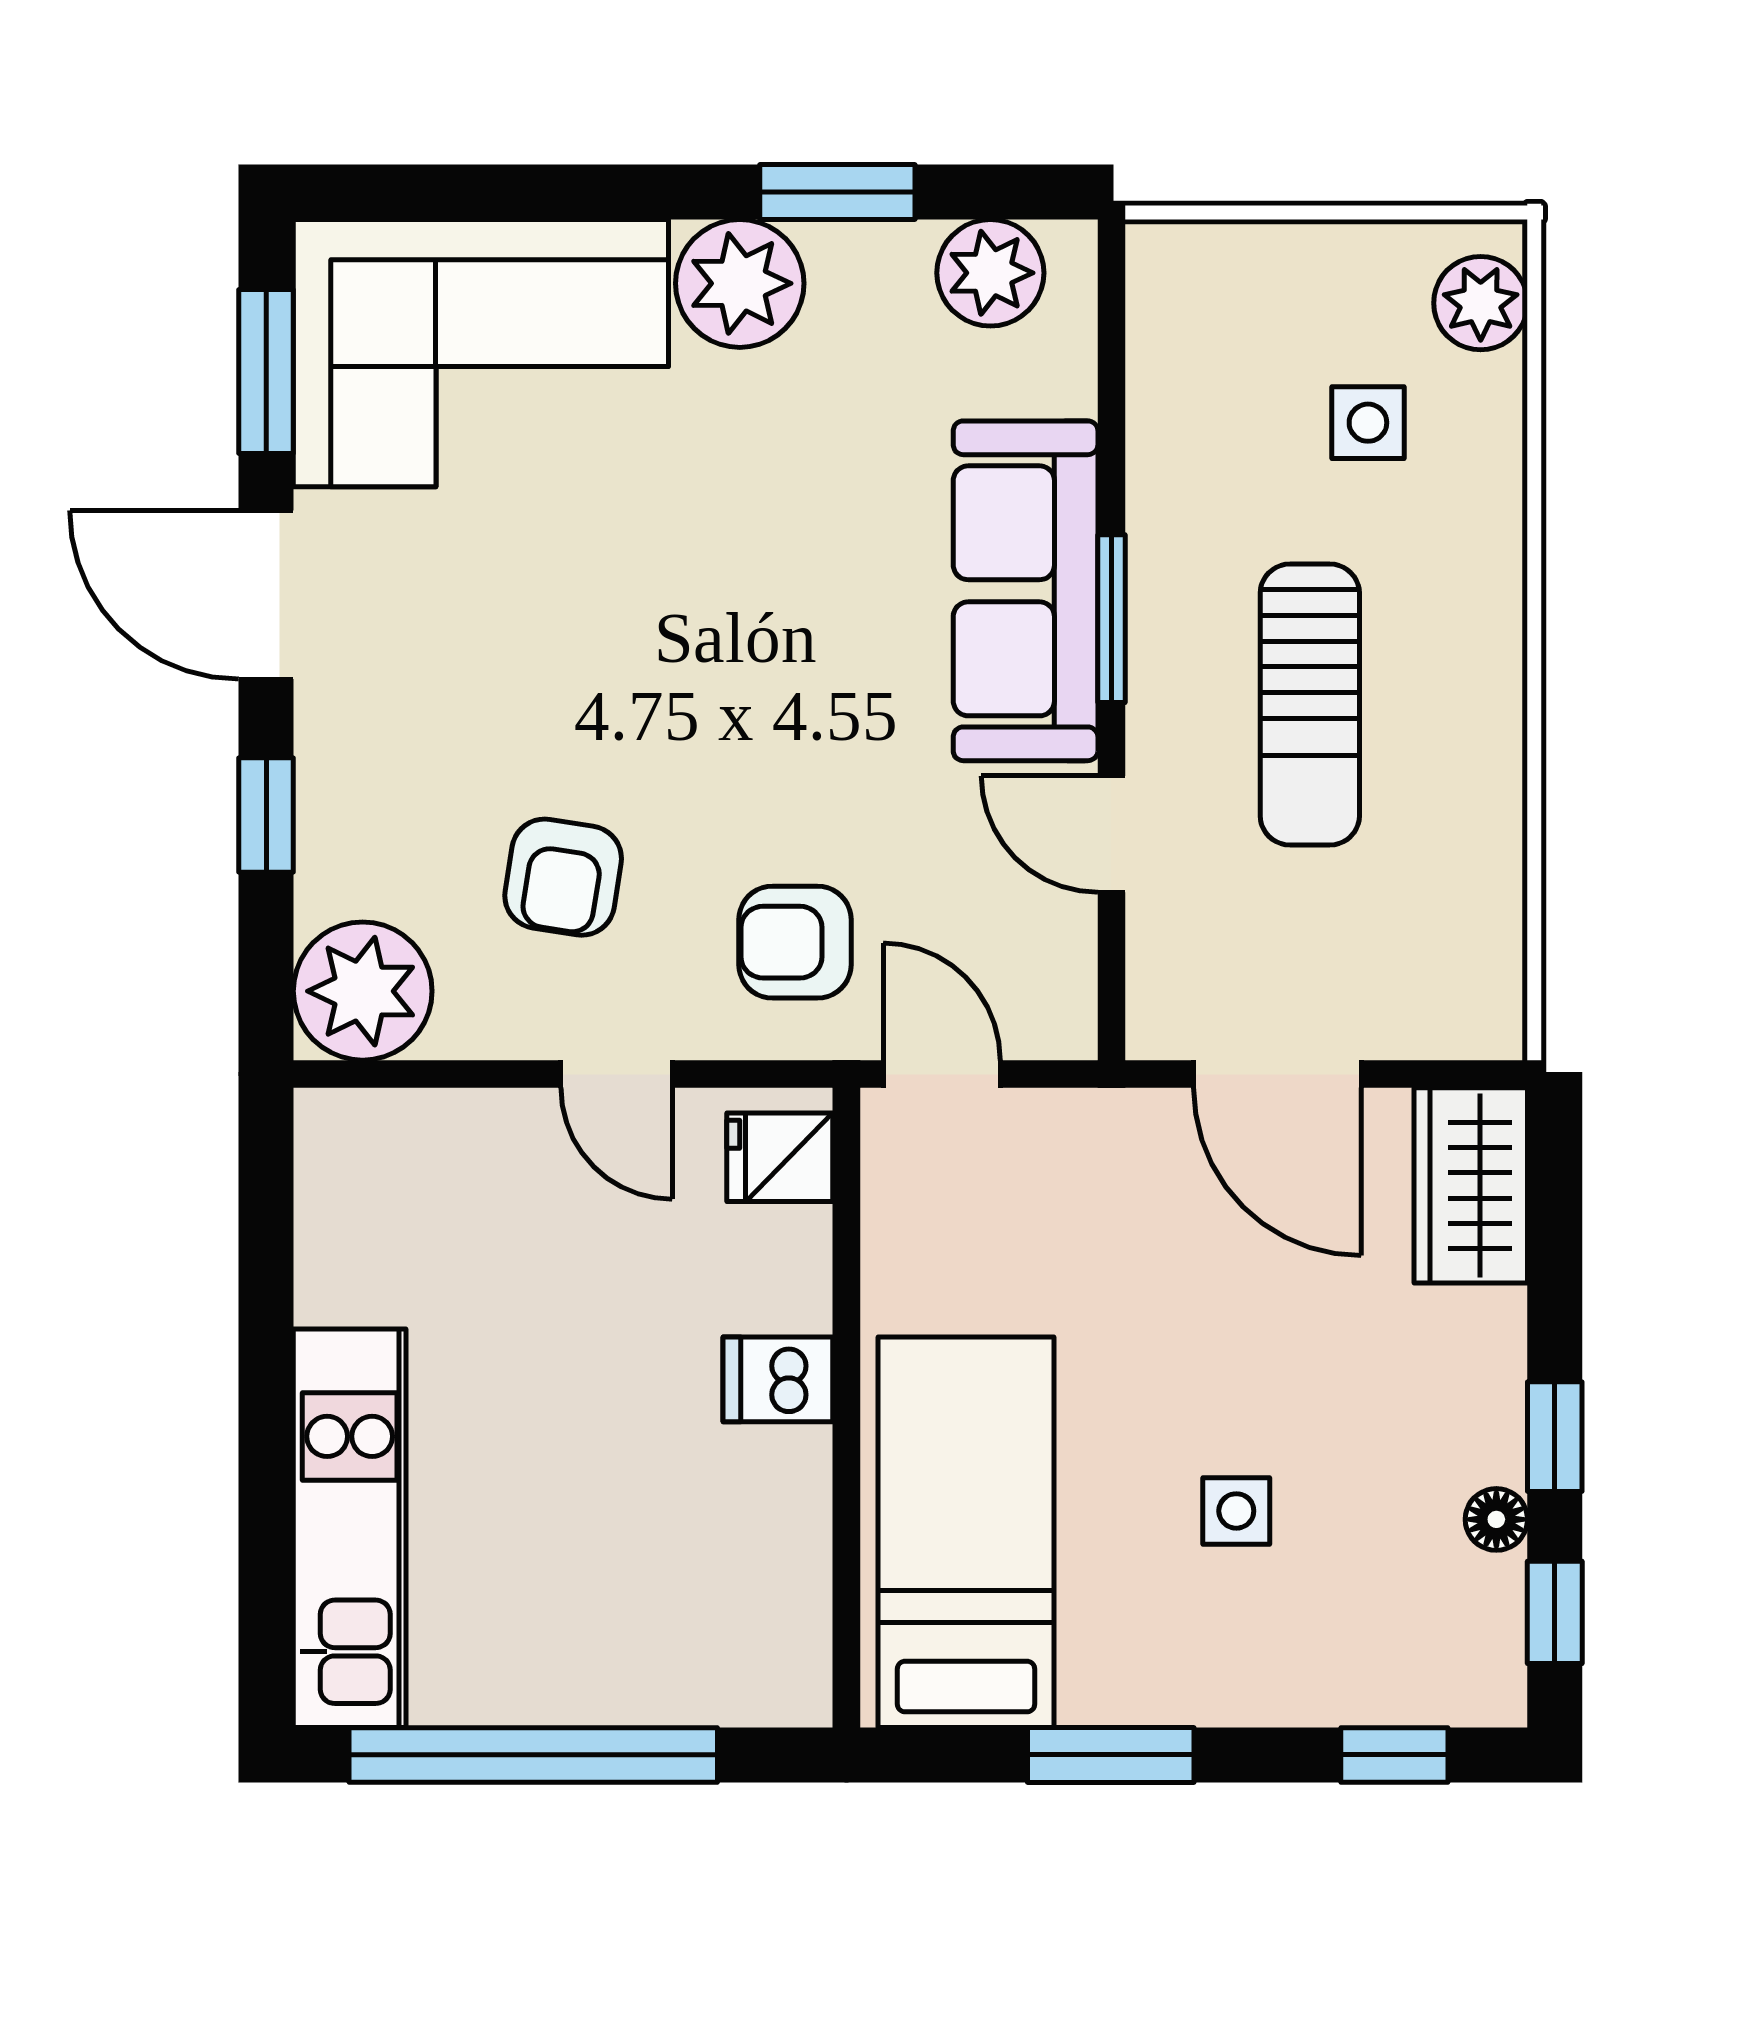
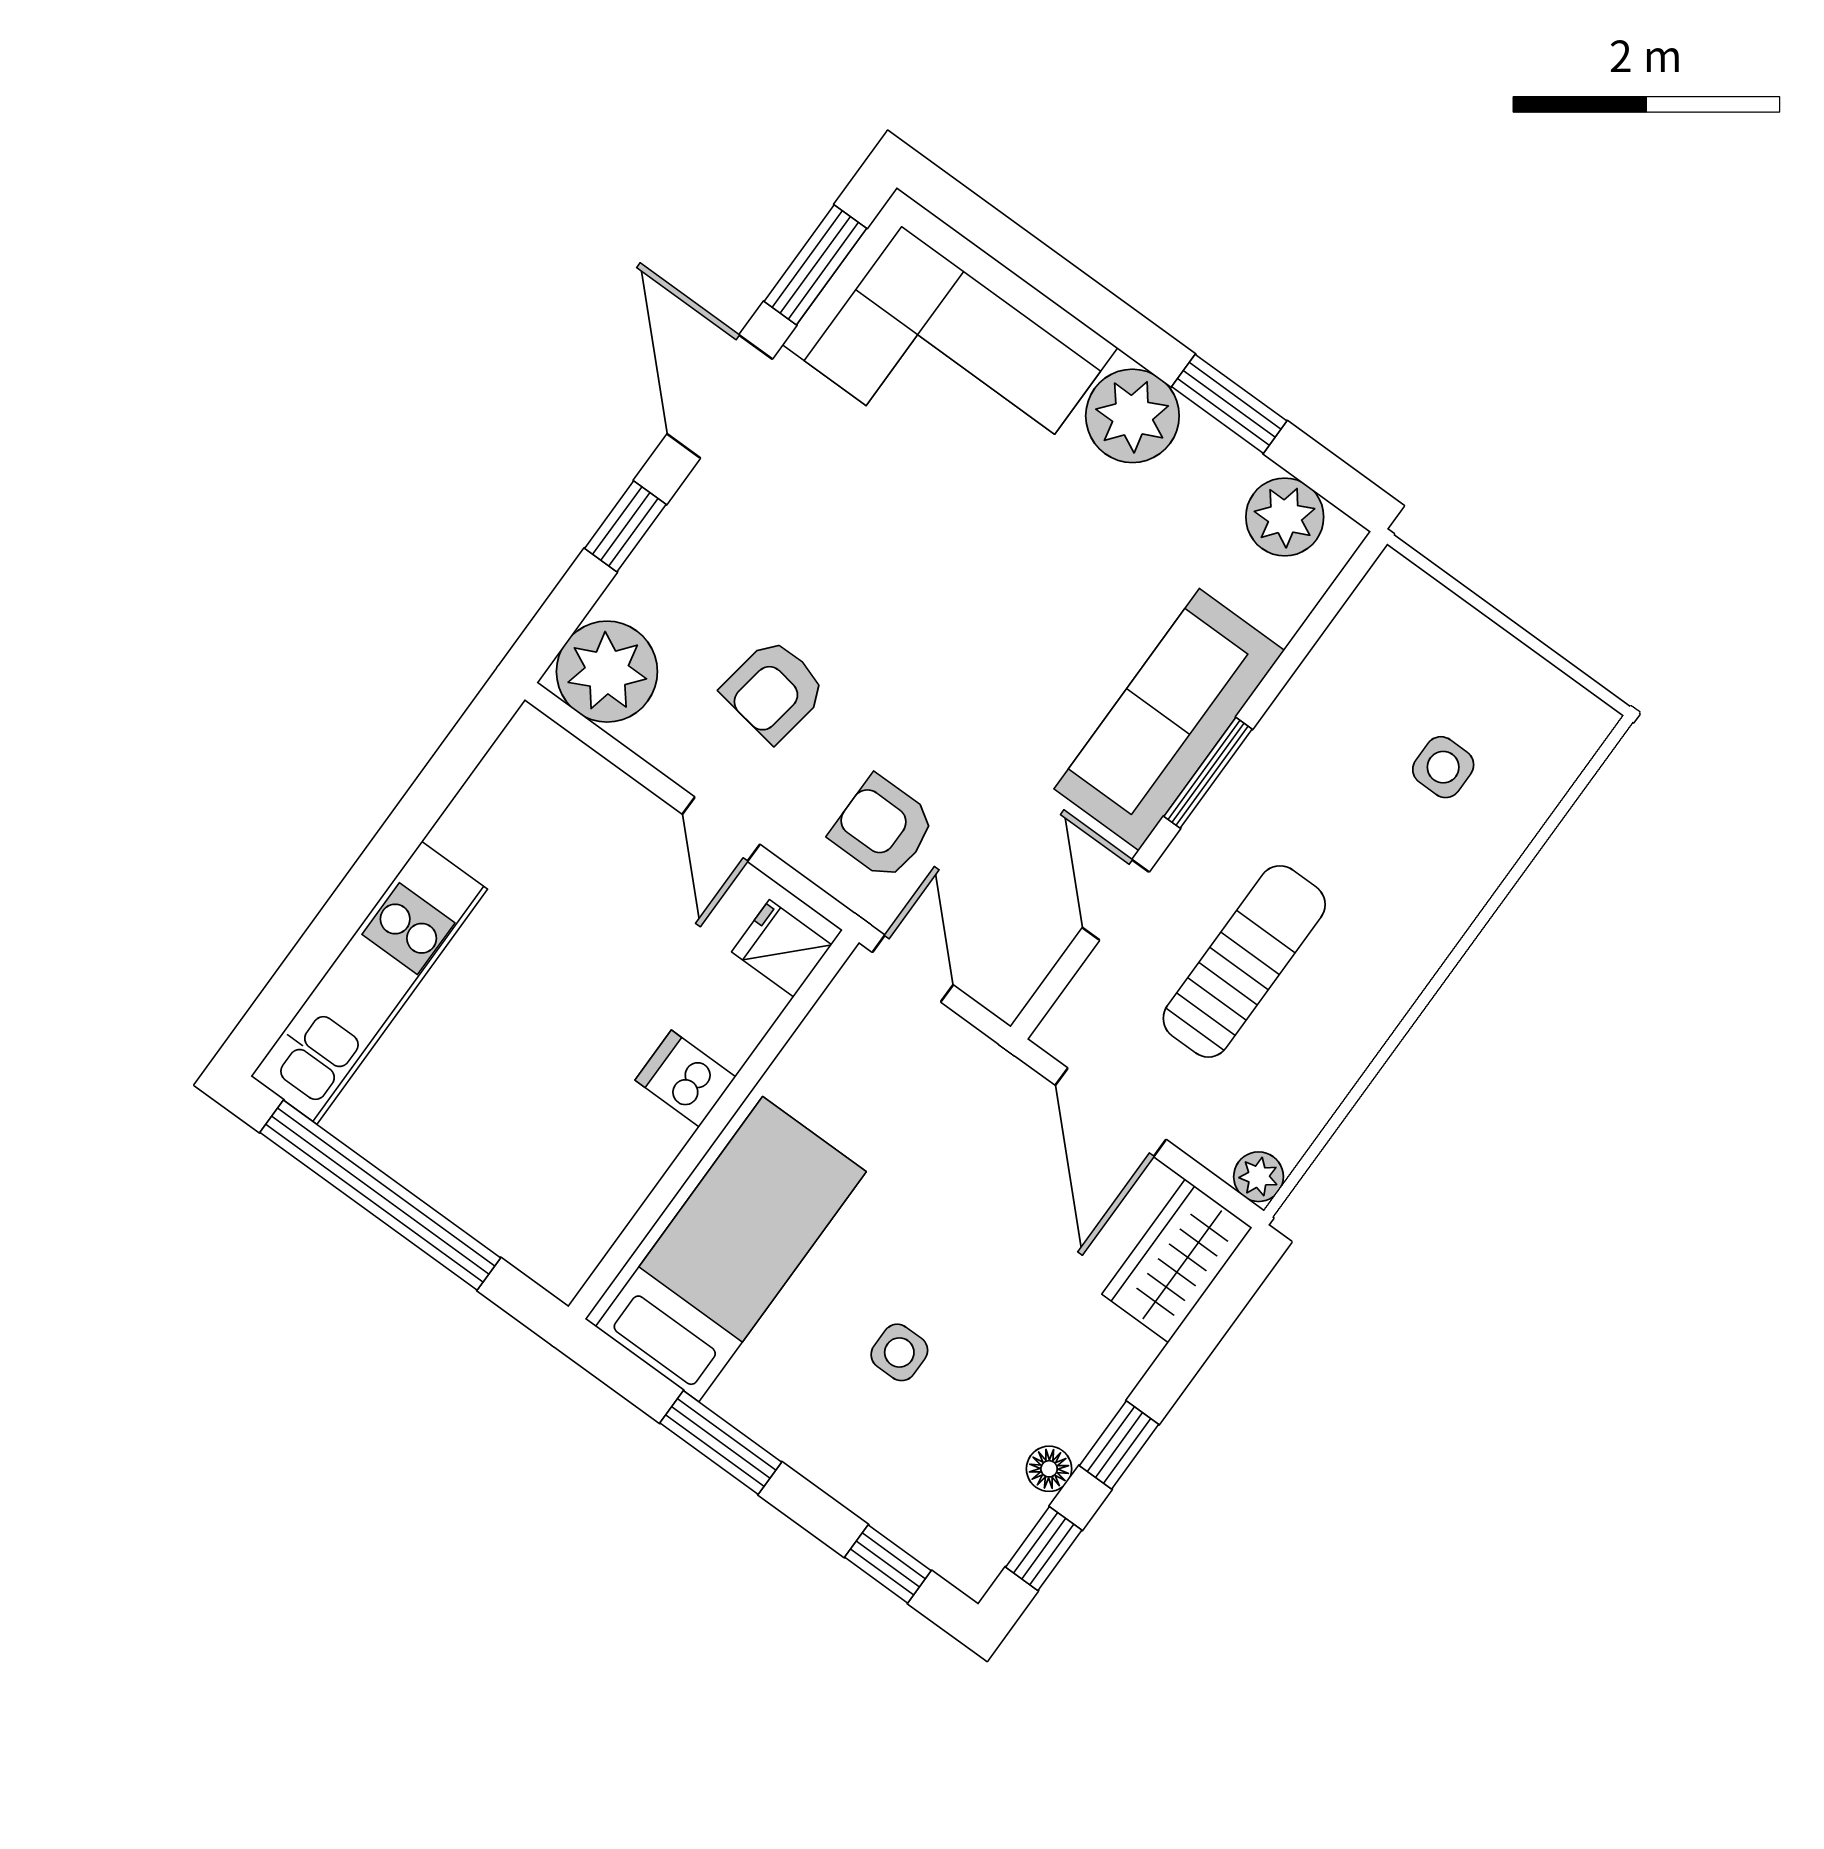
plant: (1481, 303) -> (1259, 1177), moved, width x0.73, depth x0.73
sun lounger: (1310, 705) -> (1244, 961), moved, turned 180

